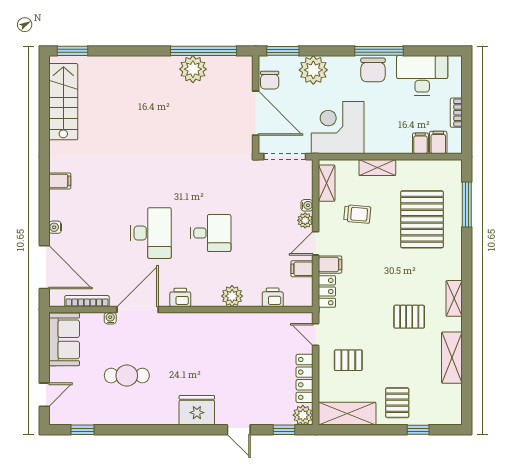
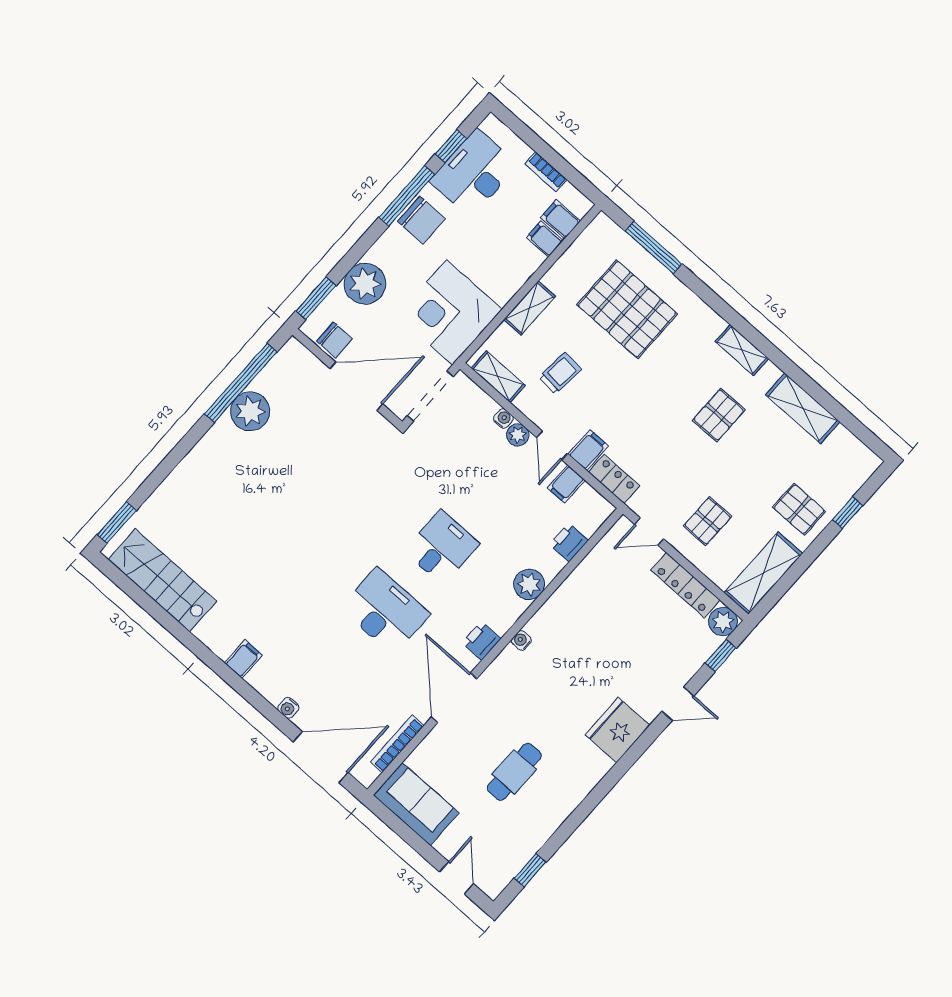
window: (426, 51) -> (451, 146), added
water cooler: (110, 318) -> (521, 640), moved

